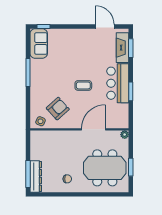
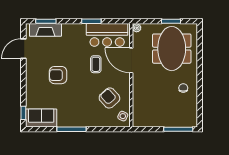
armchair: (80, 60) -> (58, 75), added
bar counter: (118, 83) -> (107, 35), moved
coffee table: (83, 85) -> (96, 64), moved
dresser: (36, 177) -> (181, 121), removed

